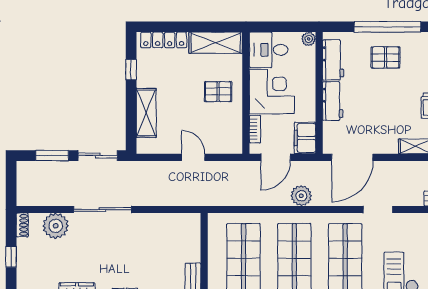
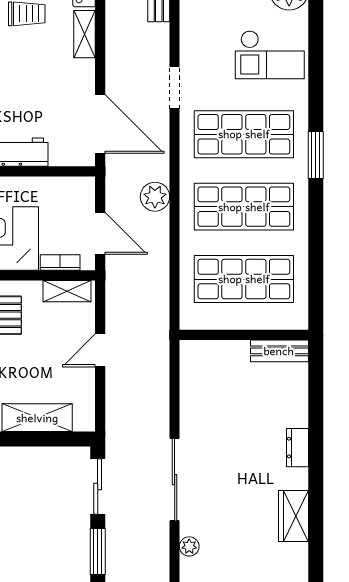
shelving: (235, 134) -> (67, 291), added
filing cabinet: (305, 138) -> (73, 191), removed
plant: (56, 226) -> (189, 546), width x0.53, depth x0.53

